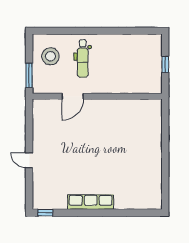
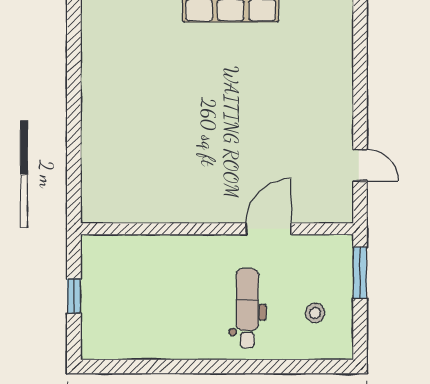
stool: (50, 56) -> (315, 313), width x0.53, depth x0.53
door: (29, 160) -> (360, 165), moved

